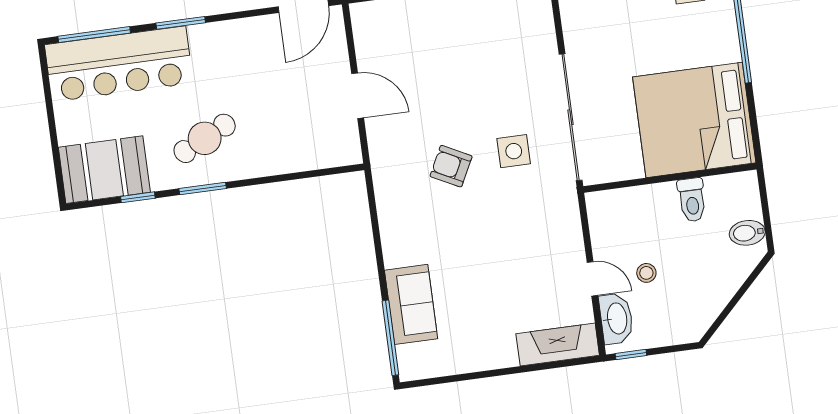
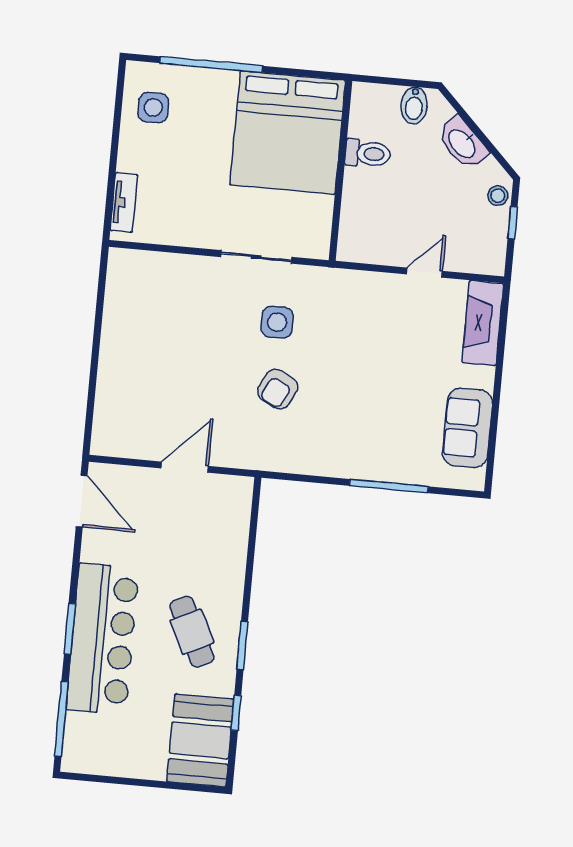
bar counter: (119, 64) -> (102, 639), moved
sliding door: (571, 117) -> (256, 257), width x0.54
stool: (646, 273) -> (498, 196), moved
sofa: (411, 304) -> (467, 428), moved, turned -90
washbasin: (616, 319) -> (463, 143), moved, turned -135
window: (390, 338) -> (389, 486), moved
window: (631, 355) -> (513, 223), moved

